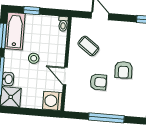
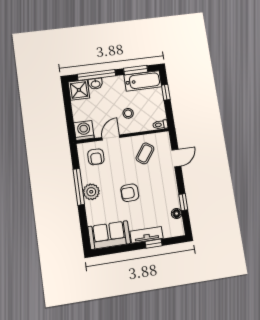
stool: (34, 58) -> (128, 113), moved
armchair: (98, 82) -> (96, 157), moved
plant: (114, 107) -> (91, 192), added

